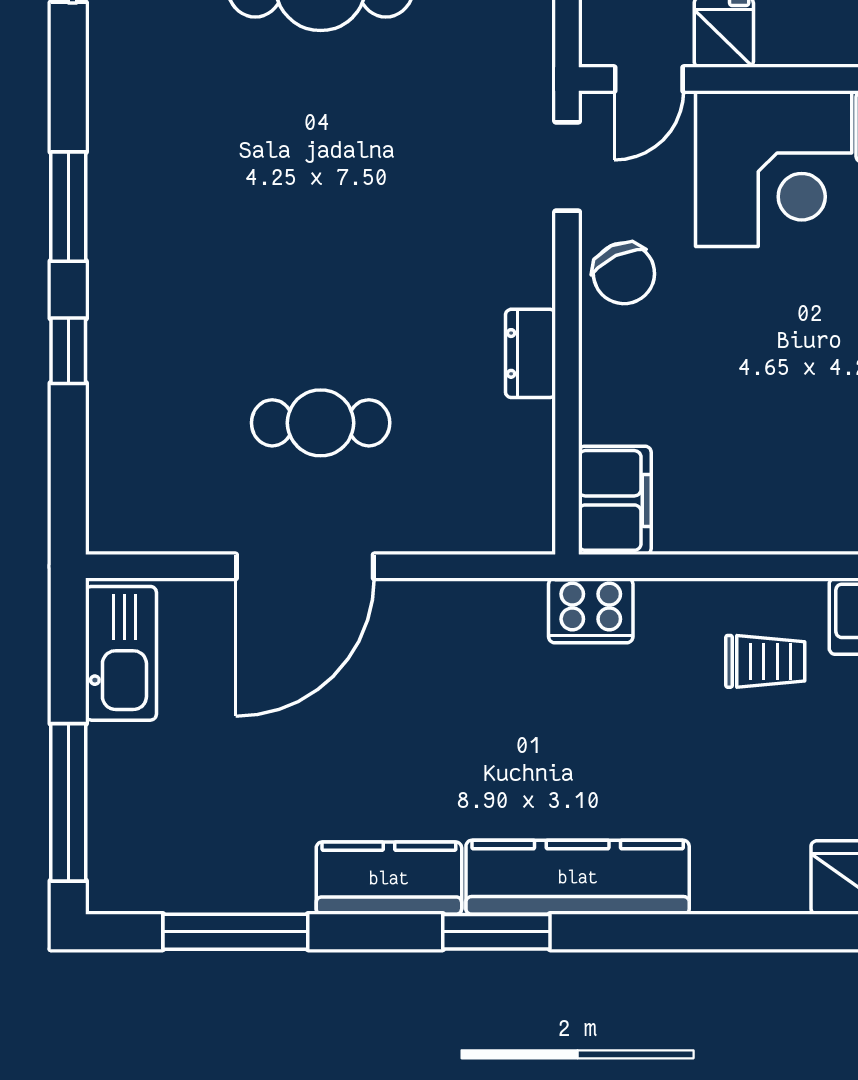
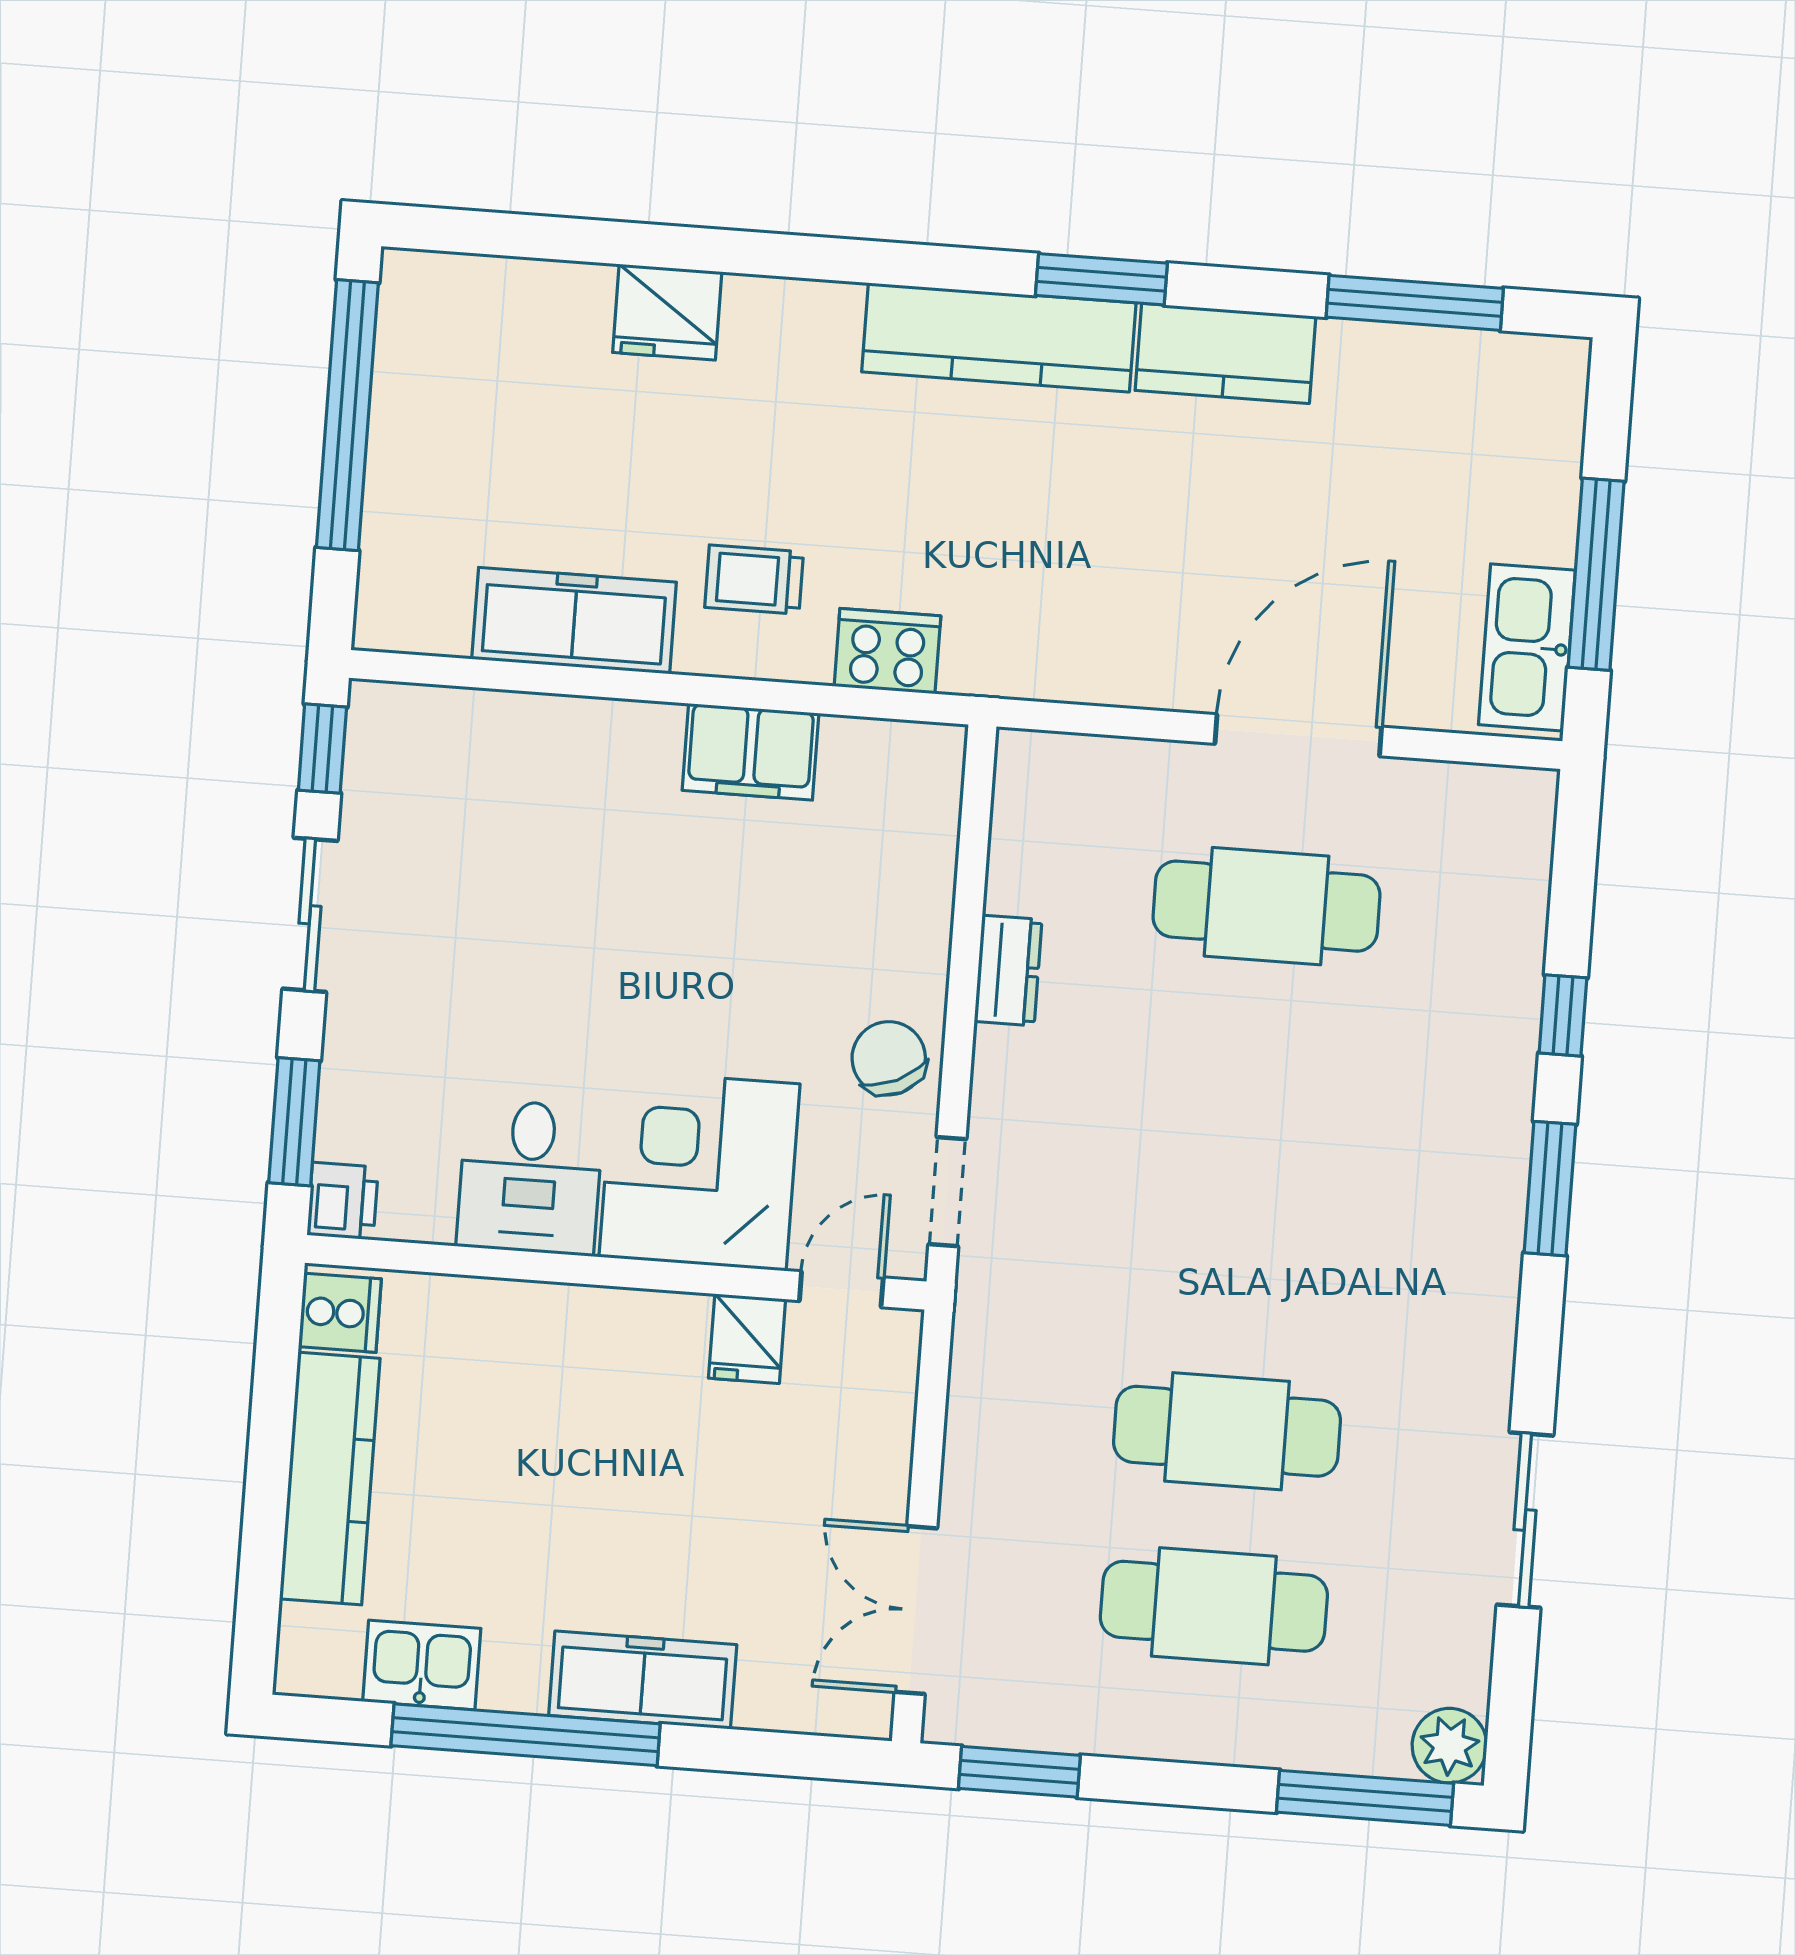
cafe table: (321, 423) -> (1267, 906), width x1.37, depth x1.35
filing cabinet: (615, 500) -> (751, 752), moved, turned -90
cooker: (591, 610) -> (887, 651), moved
window: (68, 802) -> (1596, 574), moved

